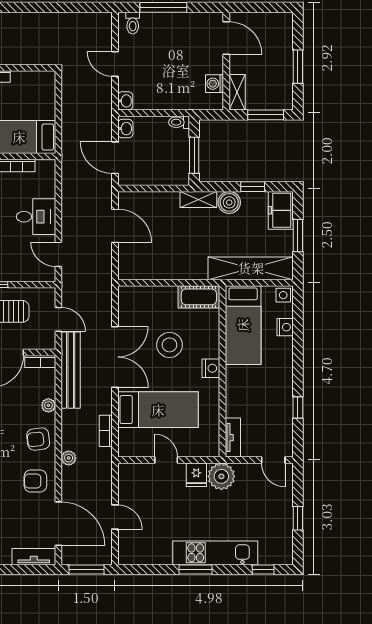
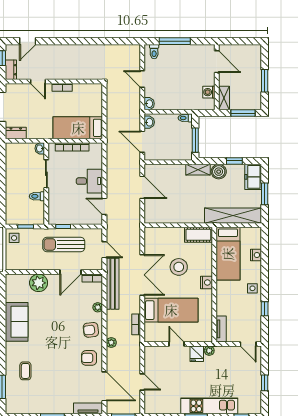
side table: (283, 295) -> (252, 288), moved
plant: (221, 476) -> (209, 351), width x0.53, depth x0.53

